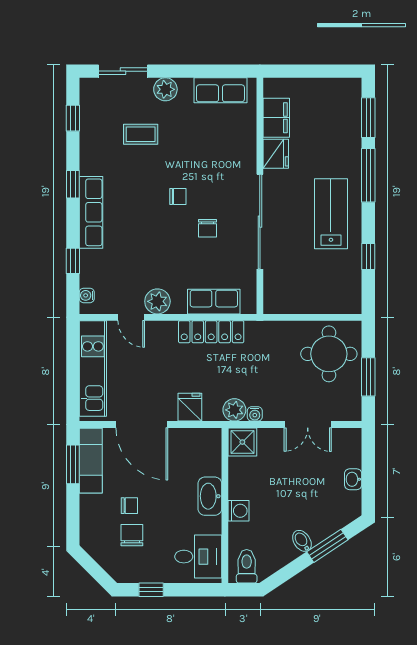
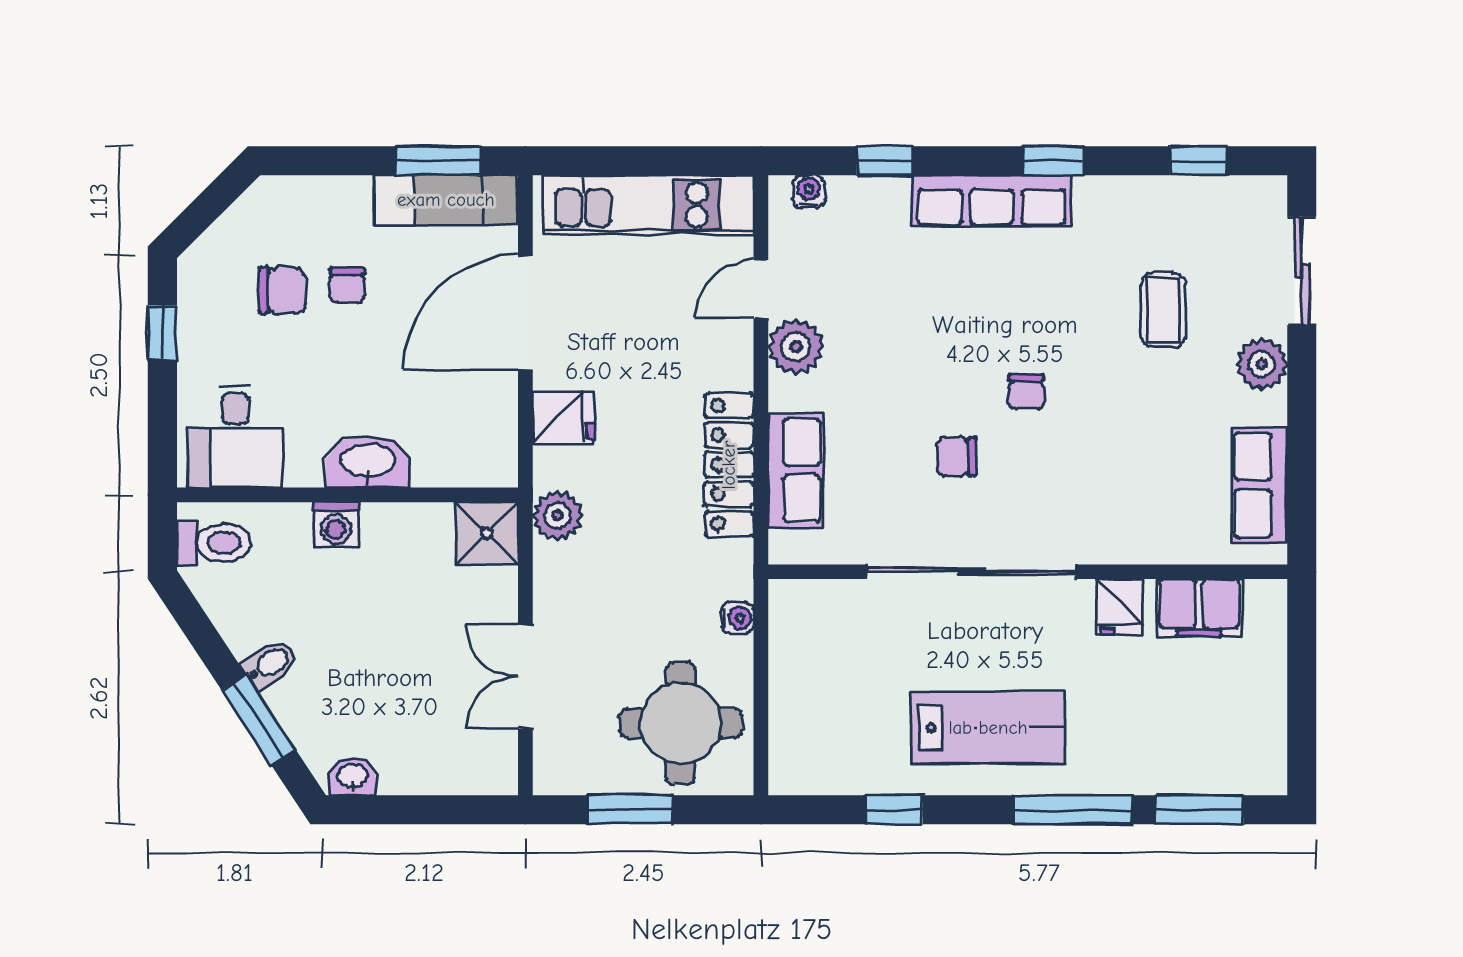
fridge: (276, 154) -> (1120, 607), width x0.72
water cooler: (255, 414) -> (738, 618), moved, turned 180
washbasin: (353, 479) -> (352, 777), moved

